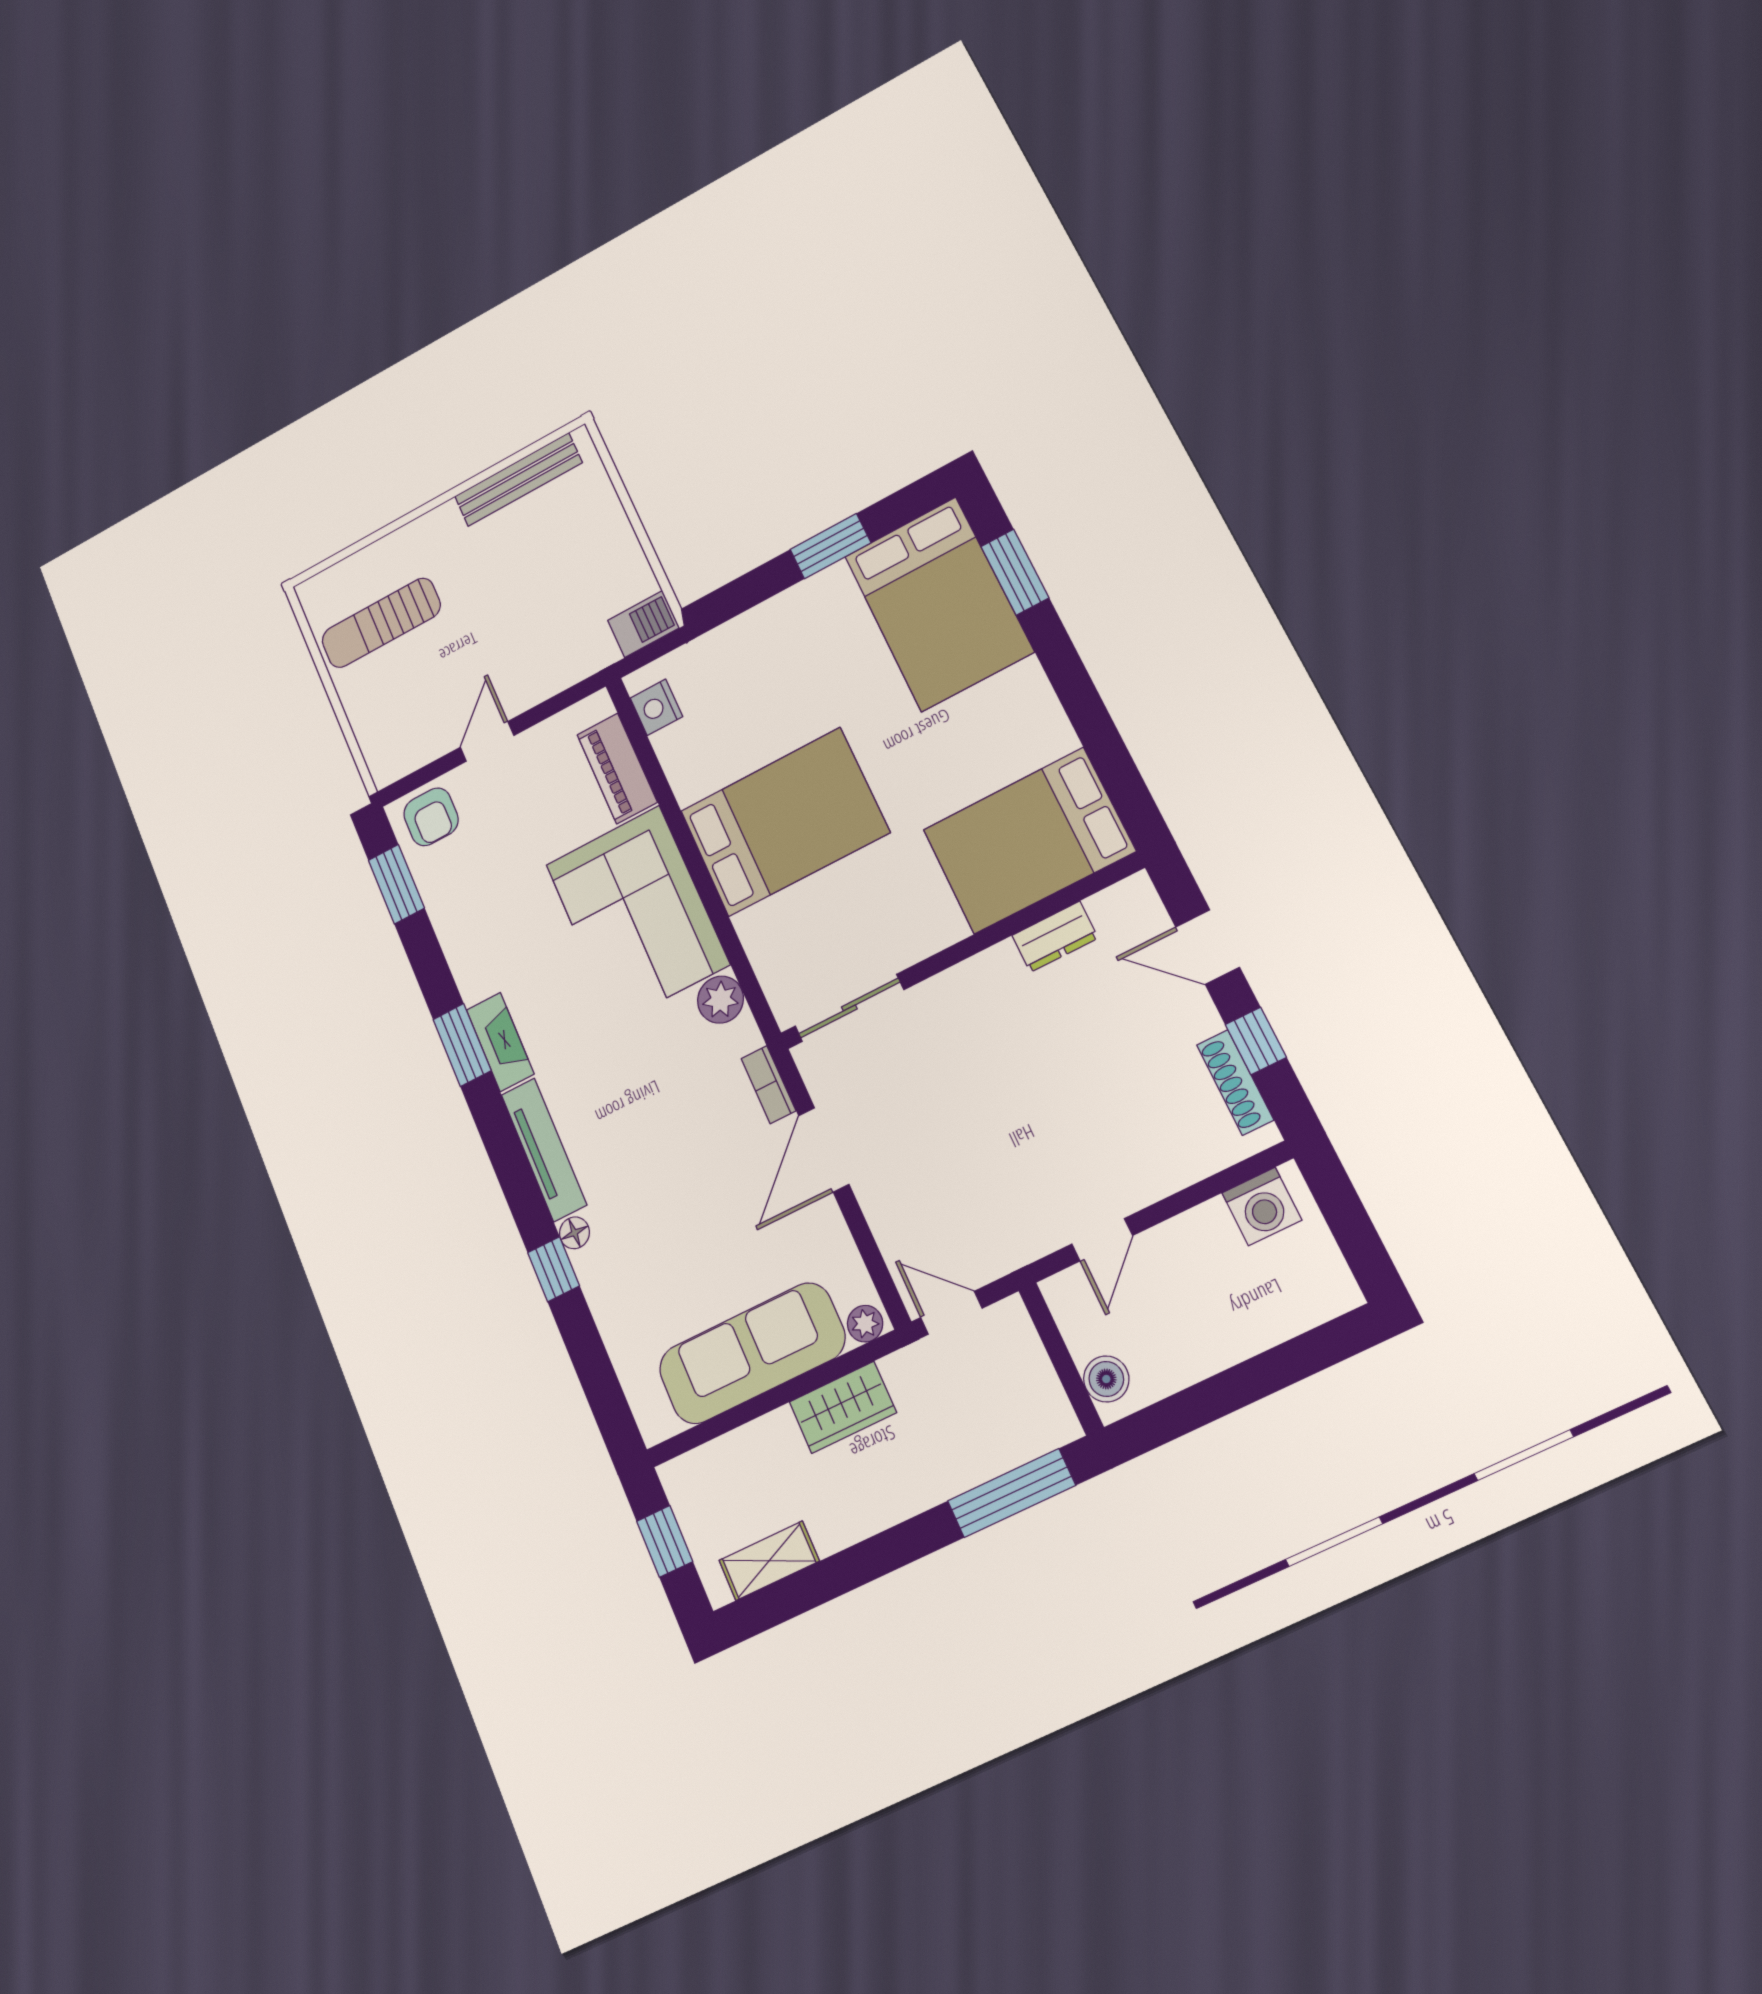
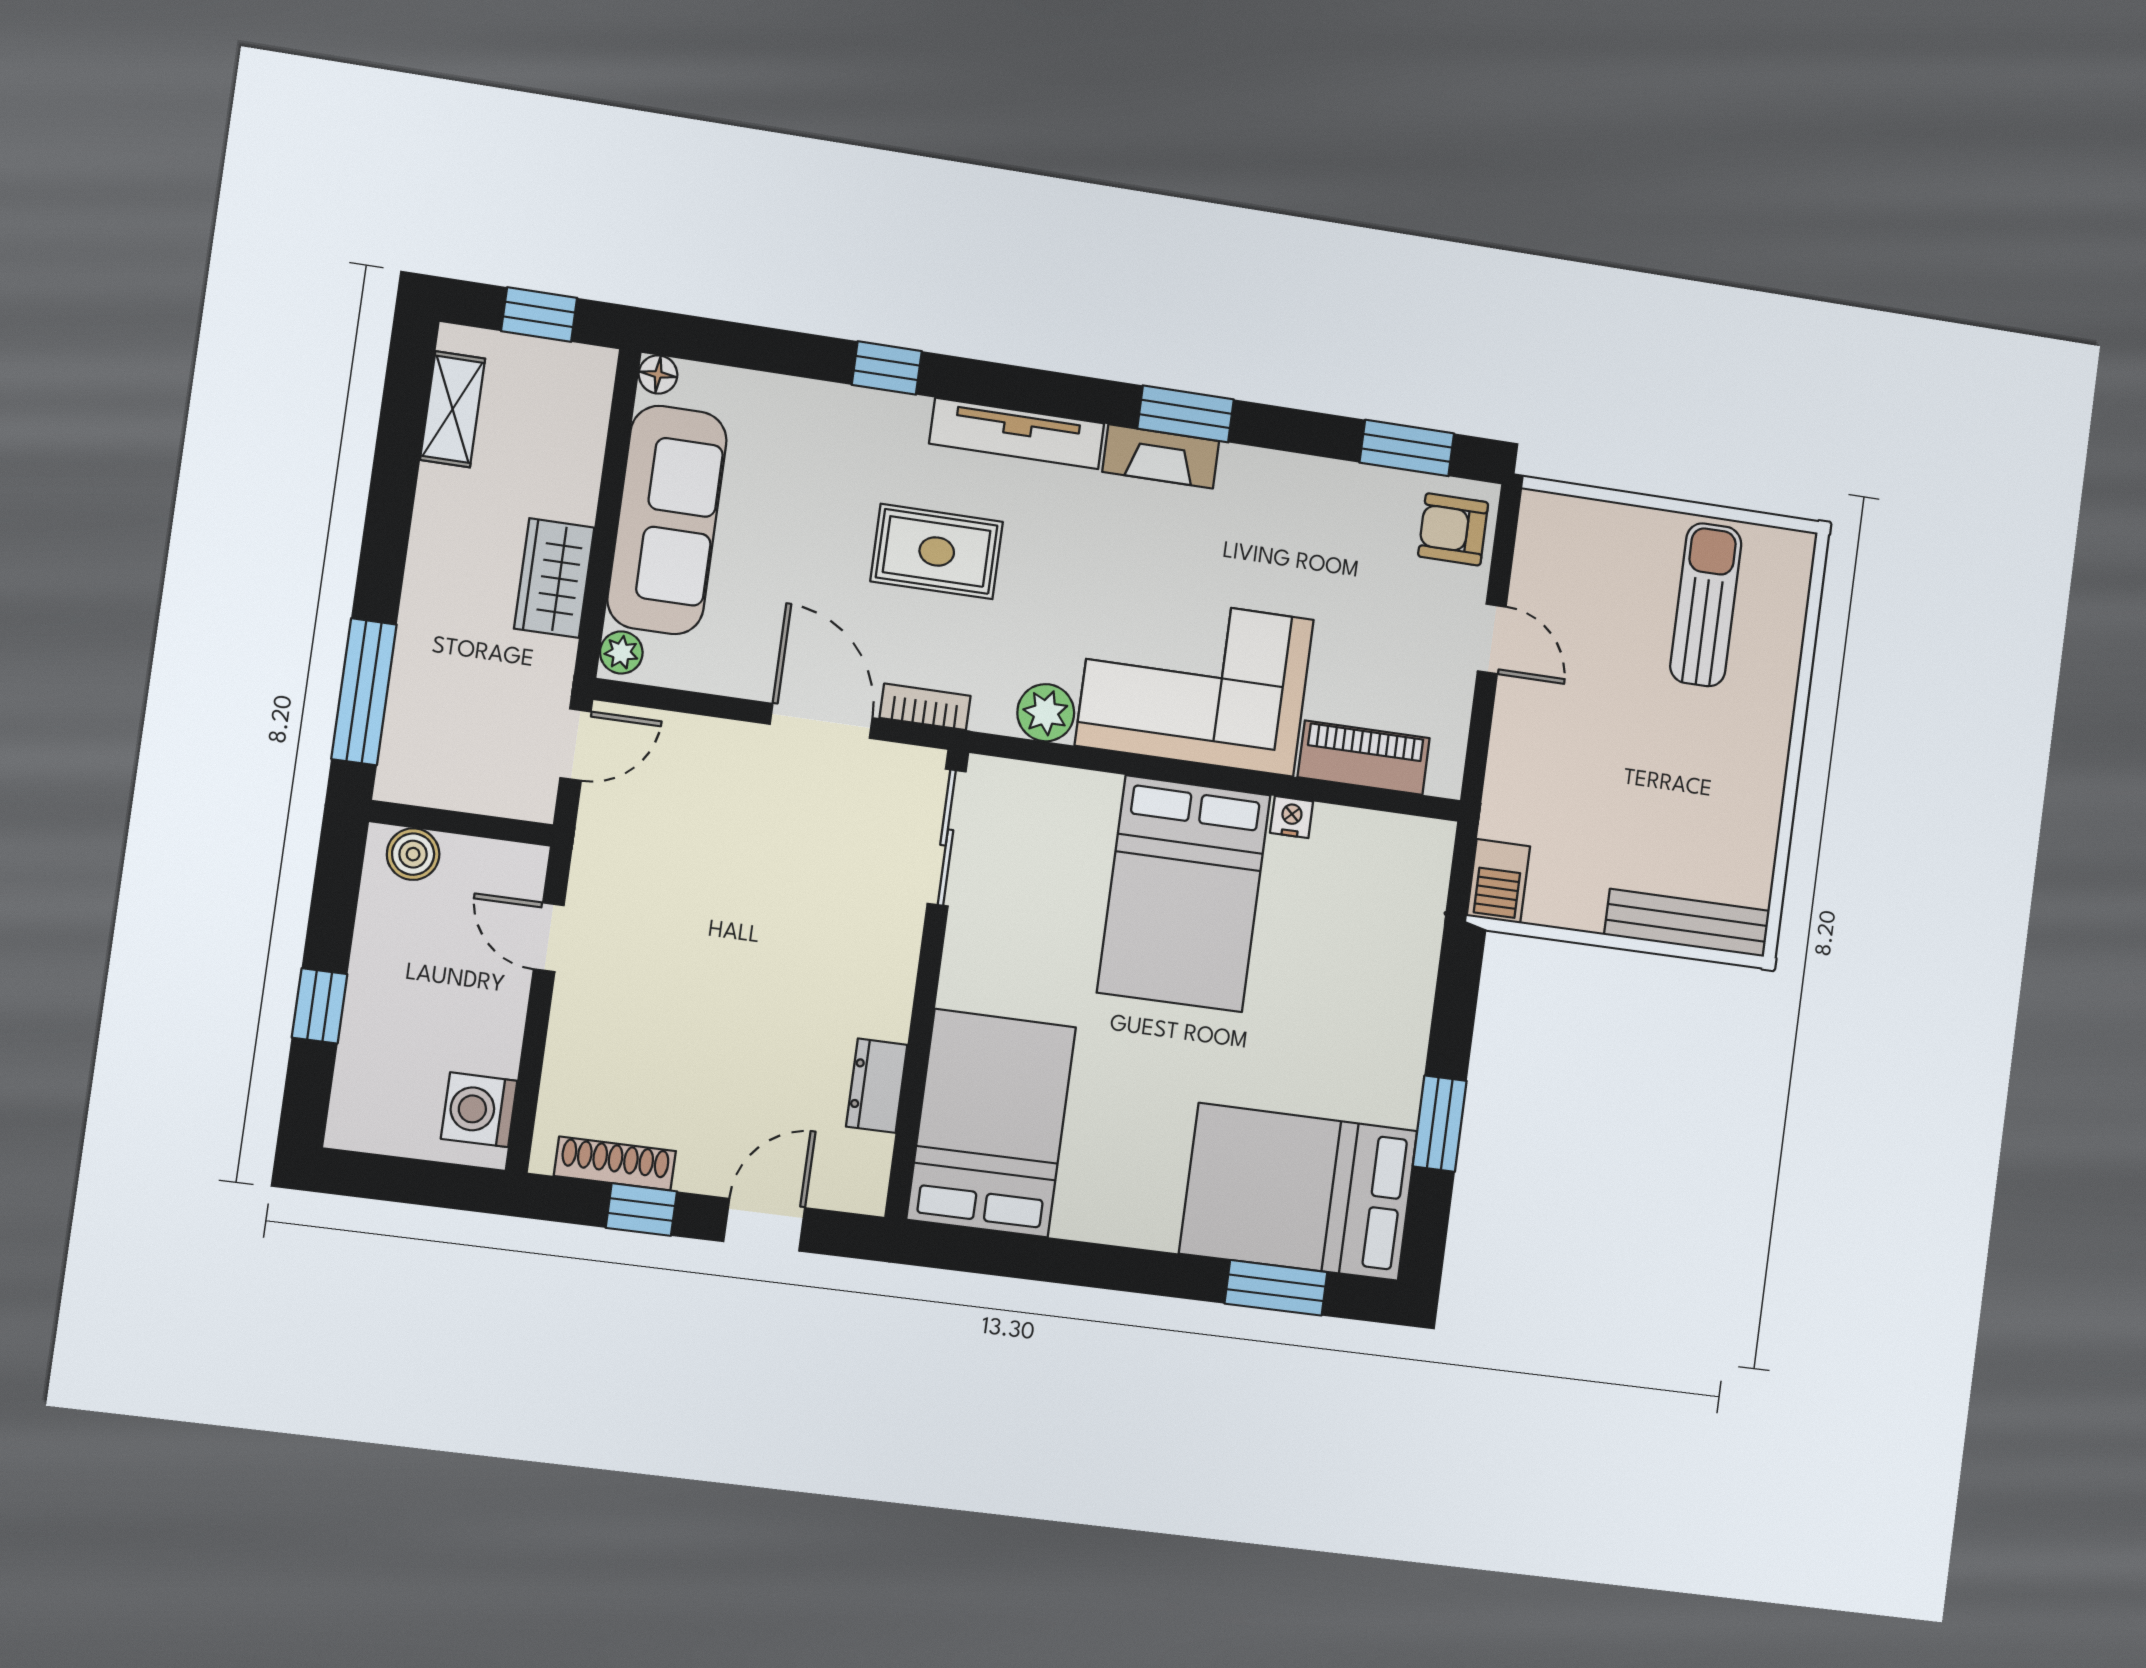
bench: (518, 480) -> (1687, 923), moved, turned 90
nightstand: (656, 707) -> (1292, 817), moved, width x0.72, depth x0.74
rug: (657, 1150) -> (937, 551), added
floor lamp: (574, 1233) -> (658, 374), moved
window: (1264, 1375) -> (320, 1006), added

